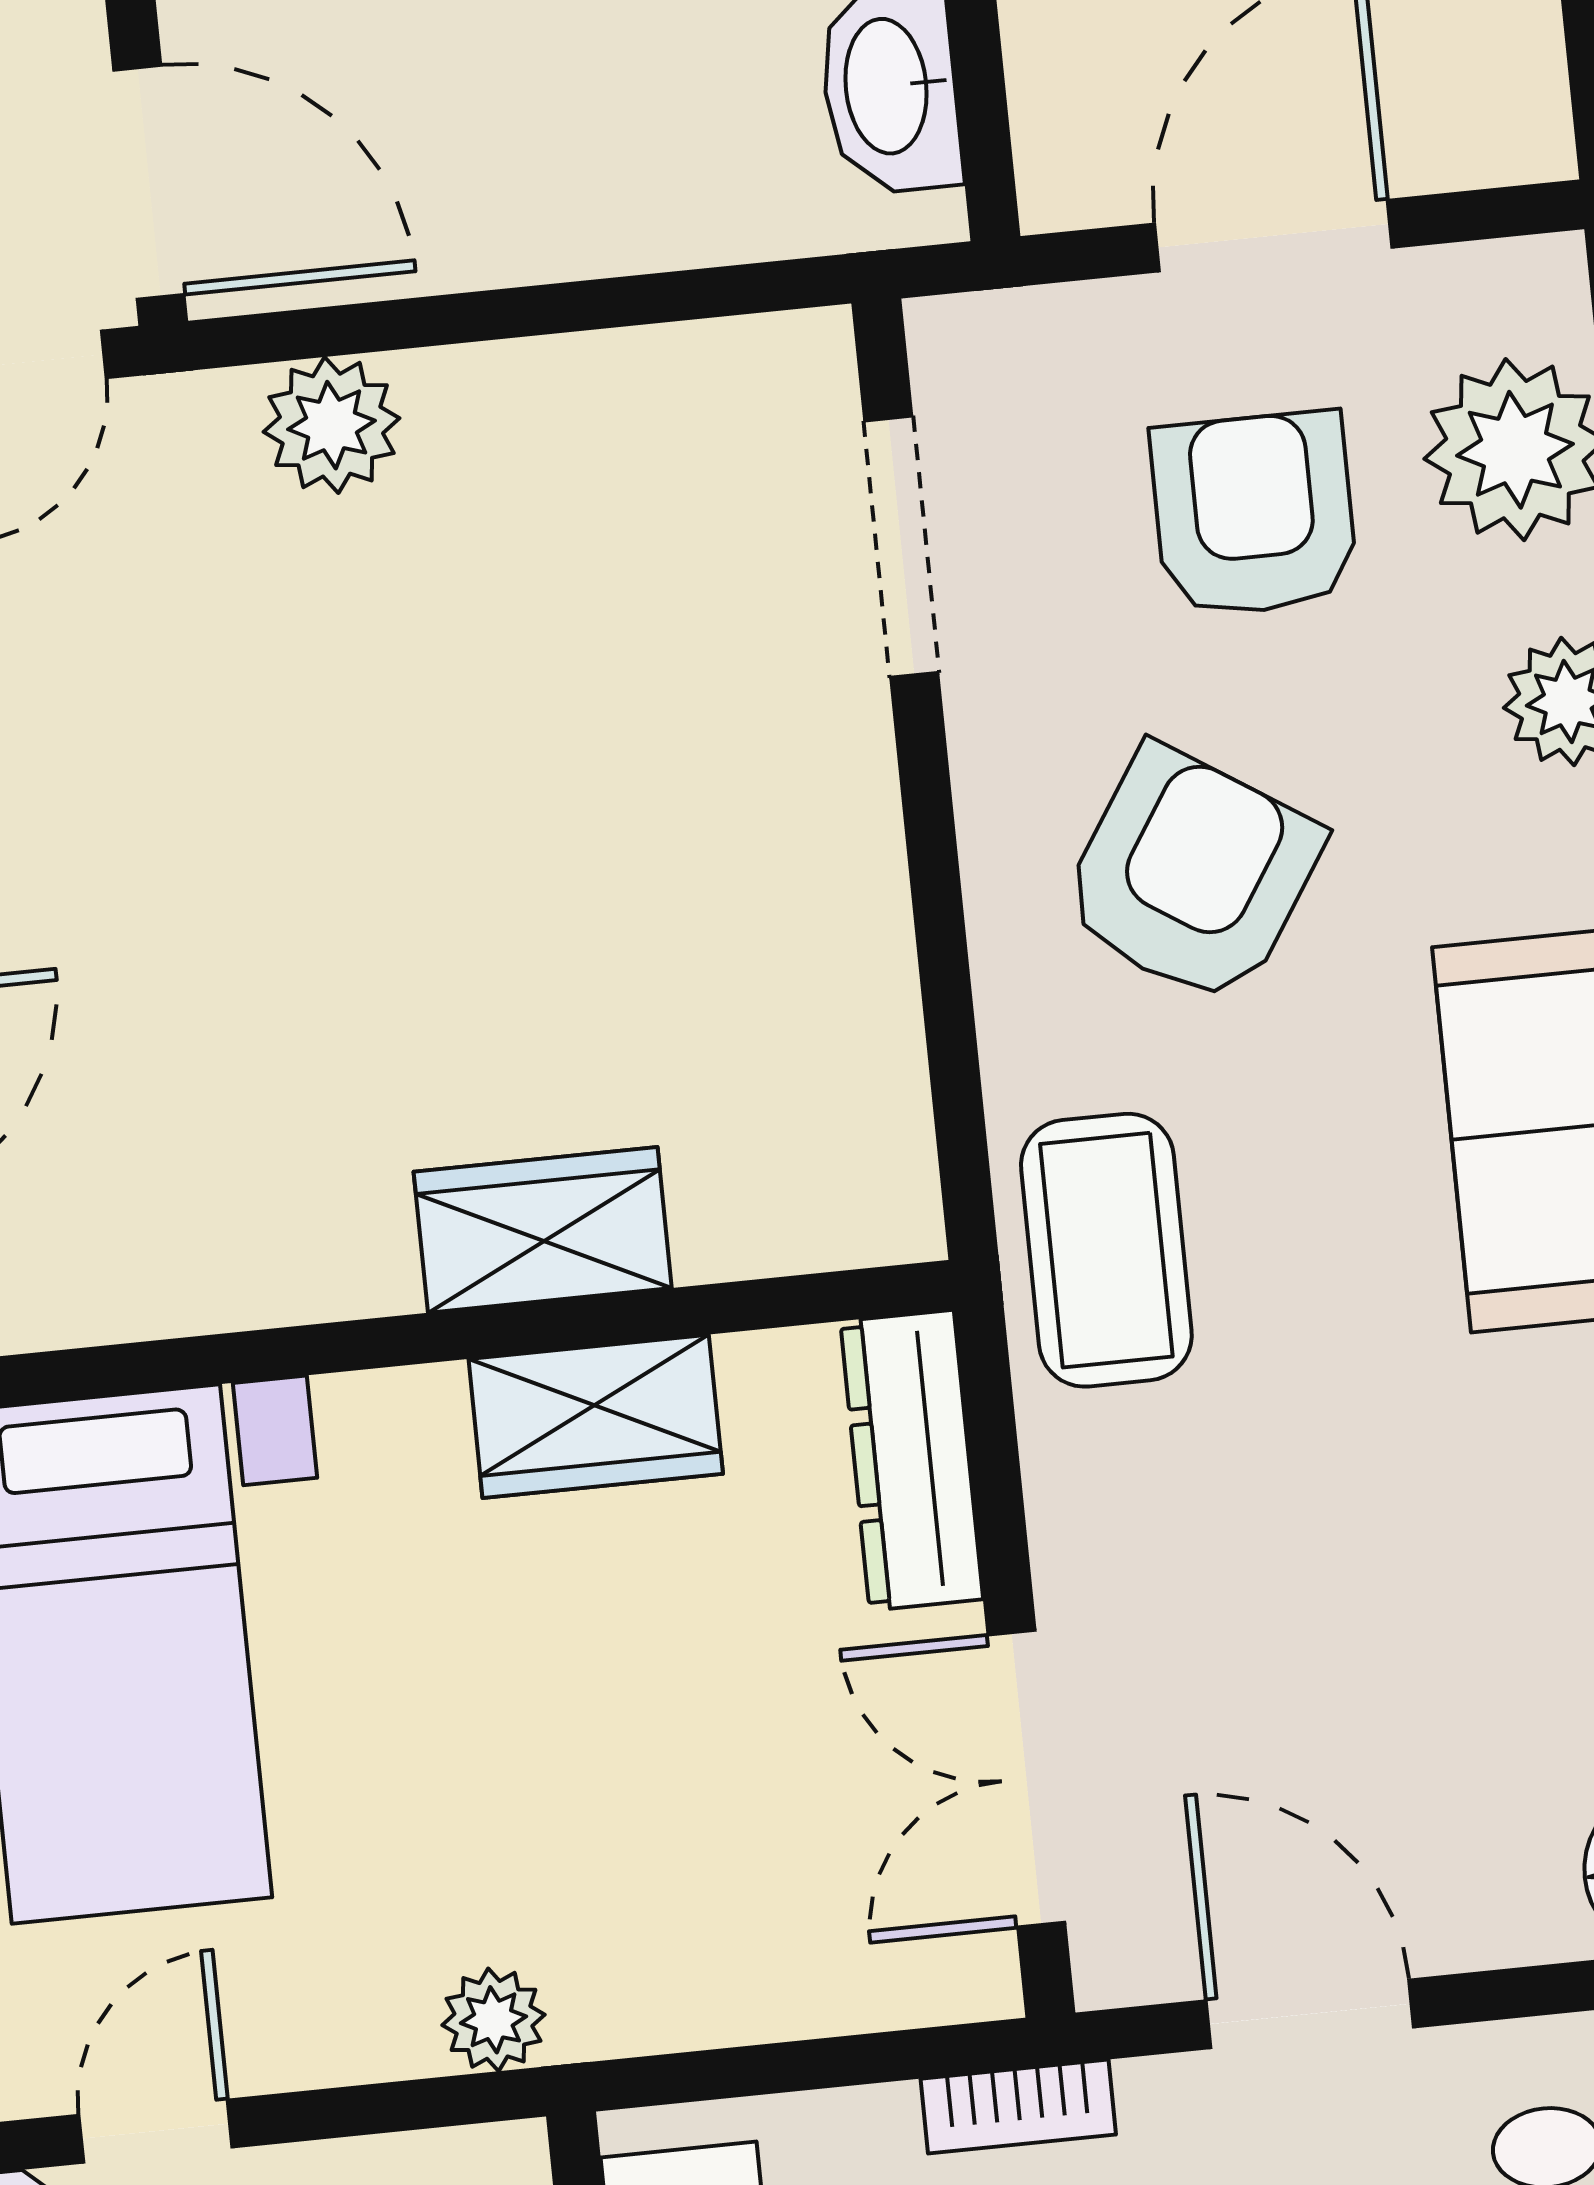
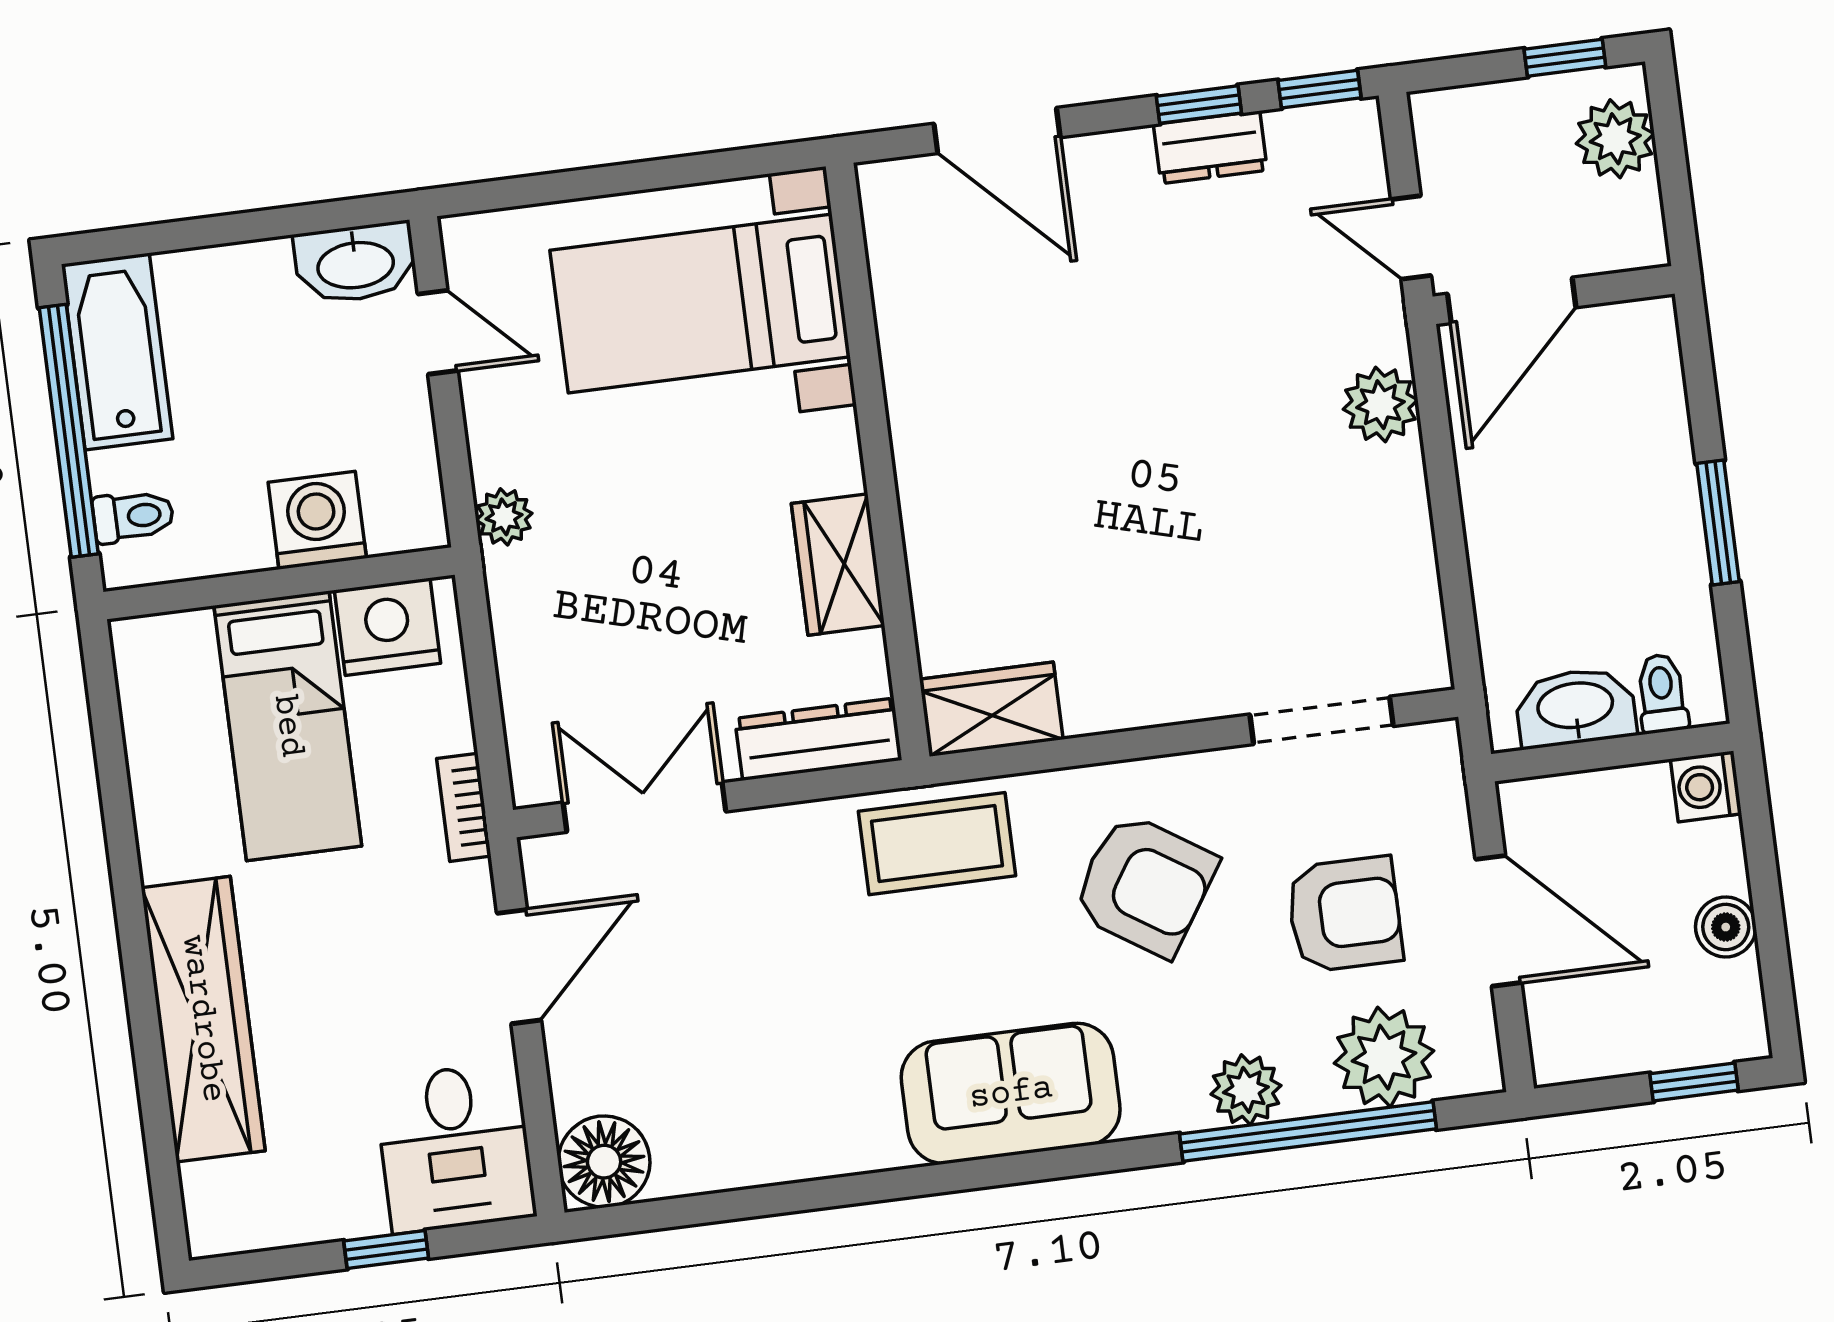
wardrobe: (543, 1230) -> (991, 709), moved, turned -90

